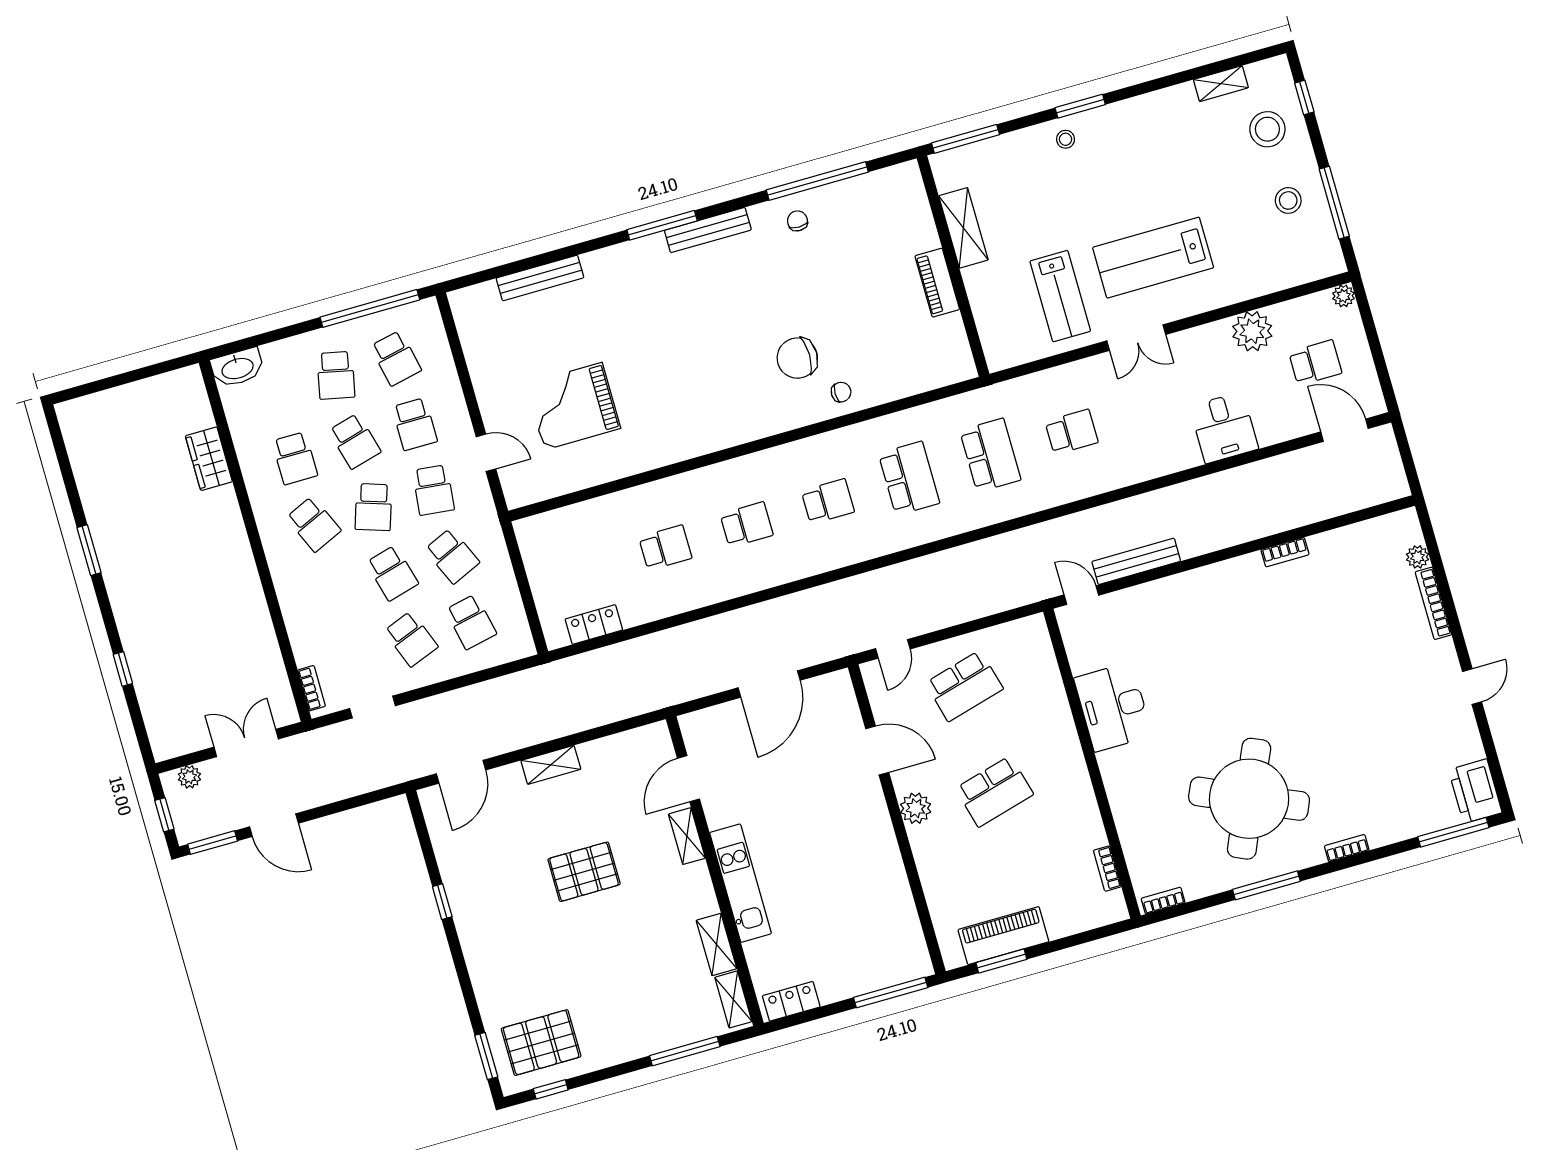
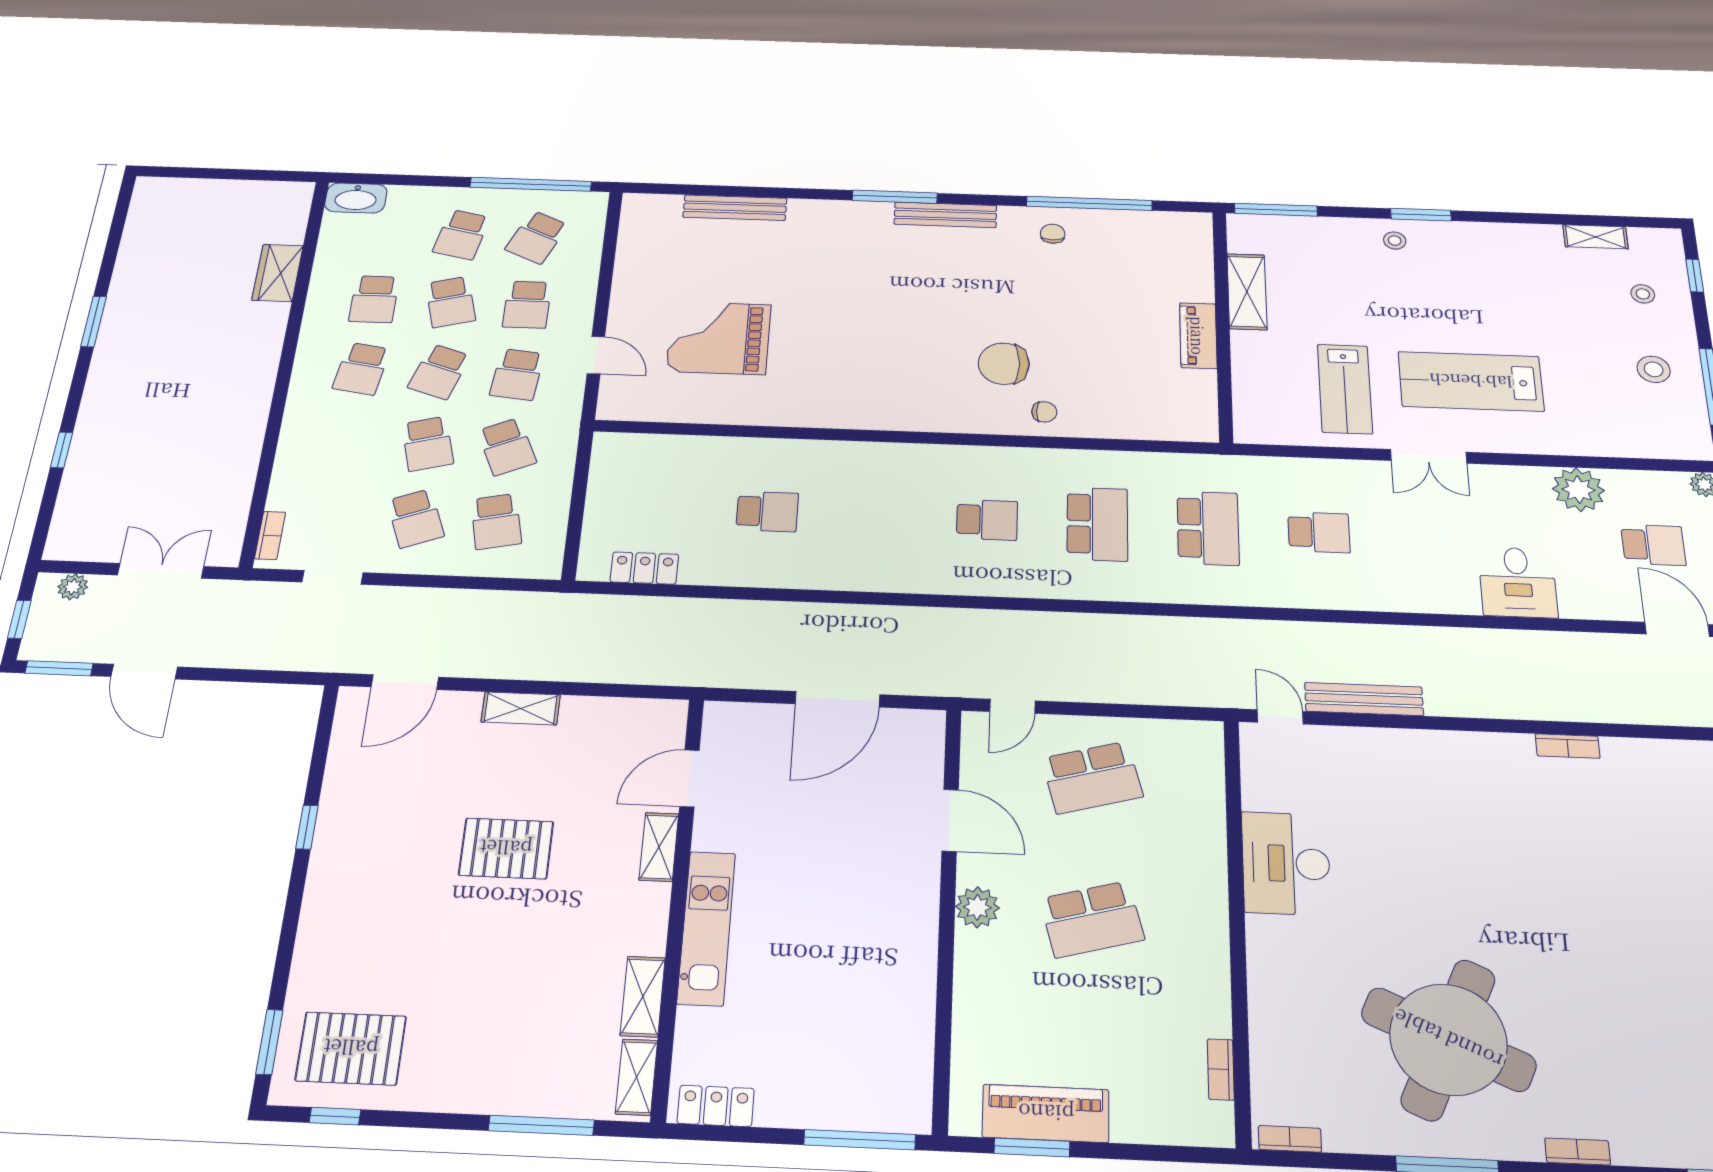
stool: (1267, 129) -> (1643, 294), width x0.53, depth x0.53
school desk: (396, 358) -> (537, 237), turned 36
school desk: (314, 524) -> (362, 369), turned 33
school desk: (747, 525) -> (877, 516), removed

